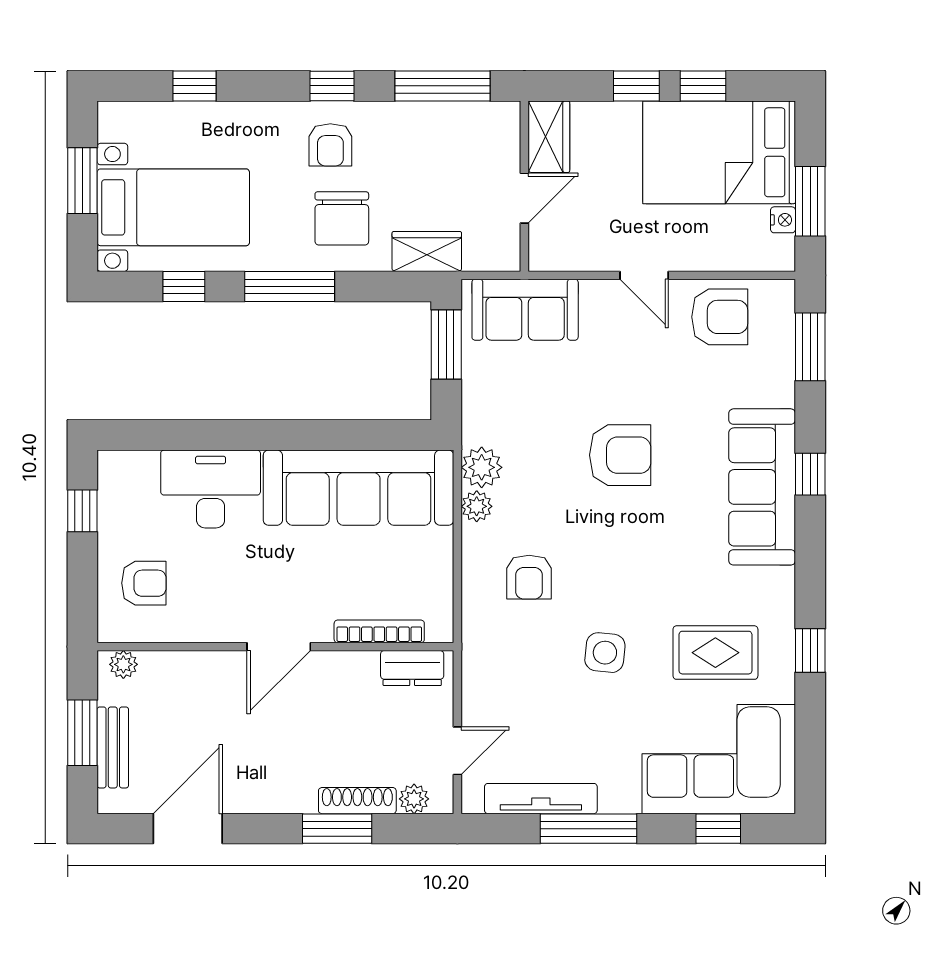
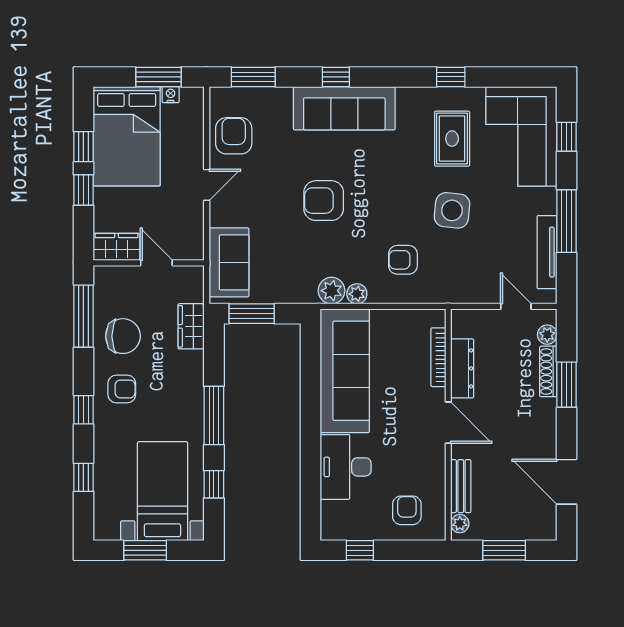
window: (332, 86) -> (83, 410), moved
chair: (342, 218) -> (123, 336), moved
armchair: (620, 455) -> (324, 201), turned -90
armchair: (529, 577) -> (403, 260), turned 180
side table: (605, 653) -> (452, 210), width x1.37, depth x1.37
dresser: (412, 668) -> (462, 368), moved, width x1.44
bench: (113, 747) -> (461, 486), moved, turned 90

